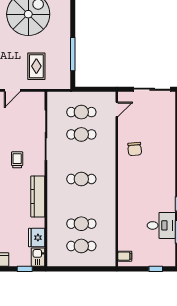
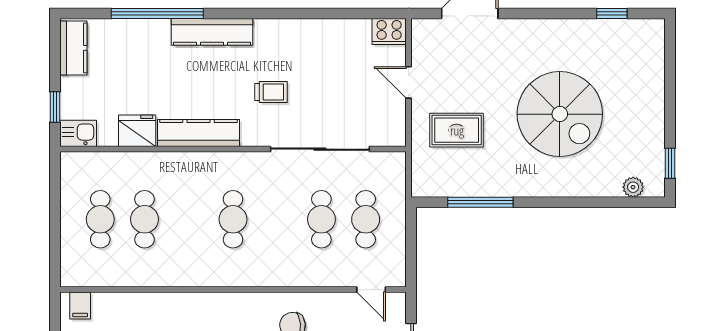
fridge: (37, 238) -> (137, 131), moved

